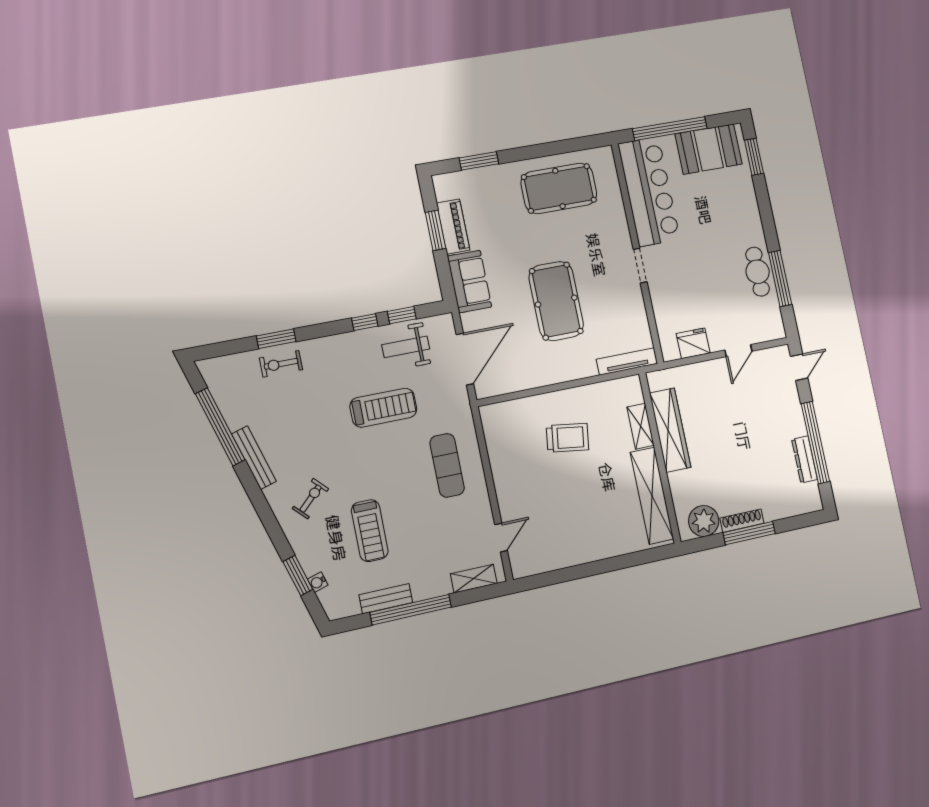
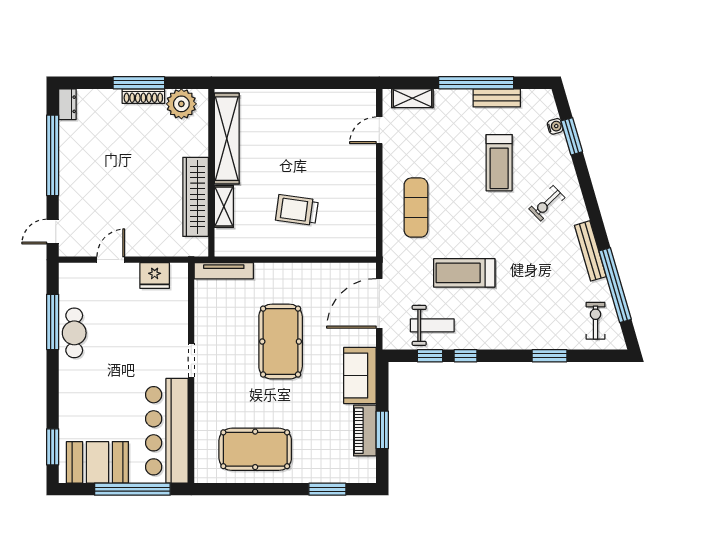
exercise bike: (281, 364) -> (596, 321), moved, turned -90
dresser: (804, 459) -> (67, 104), moved, width x0.70
treadmill: (370, 531) -> (499, 163), turned 180

